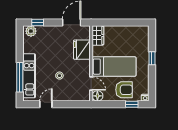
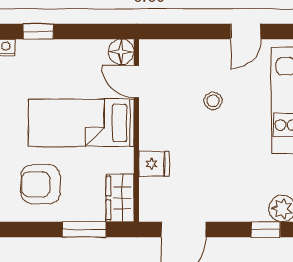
window: (113, 22) -> (84, 229), added
fridge: (82, 50) -> (154, 164), width x0.53, depth x0.75
armchair: (124, 90) -> (41, 184), moved

